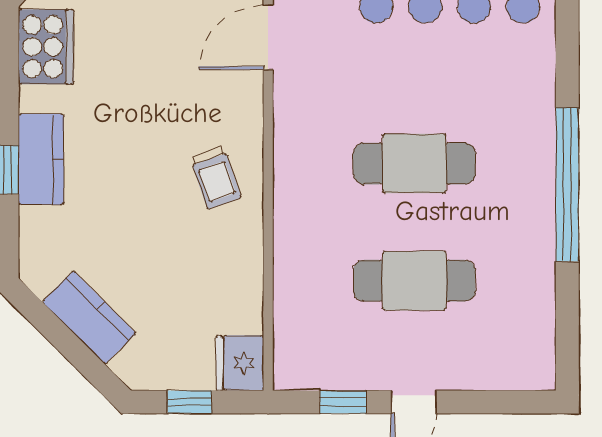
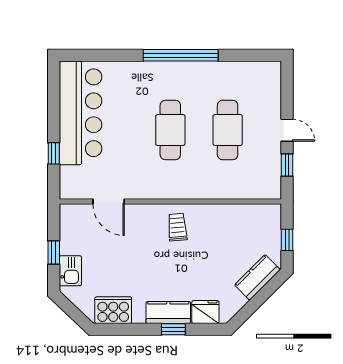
trolley: (216, 178) -> (177, 227), turned -76
kitchen counter: (89, 318) -> (257, 277), moved
fridge: (240, 363) -> (205, 312), moved, turned 180

